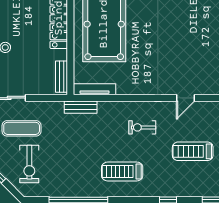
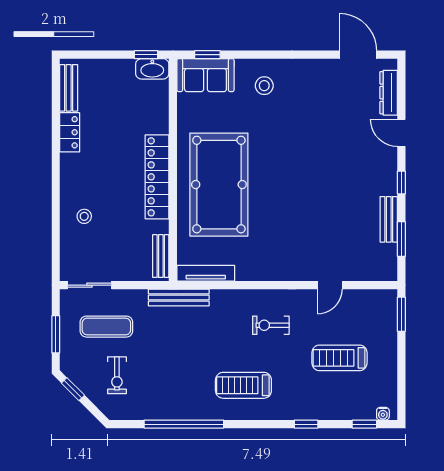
bench: (81, 107) -> (179, 298), width x1.36
exercise bike: (29, 164) -> (117, 375), width x0.73, depth x0.72

